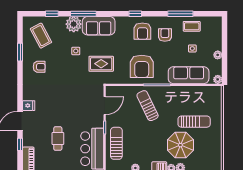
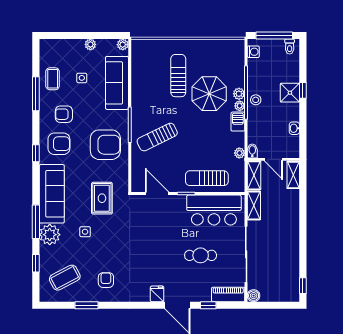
sofa: (99, 26) -> (52, 194), width x1.36

